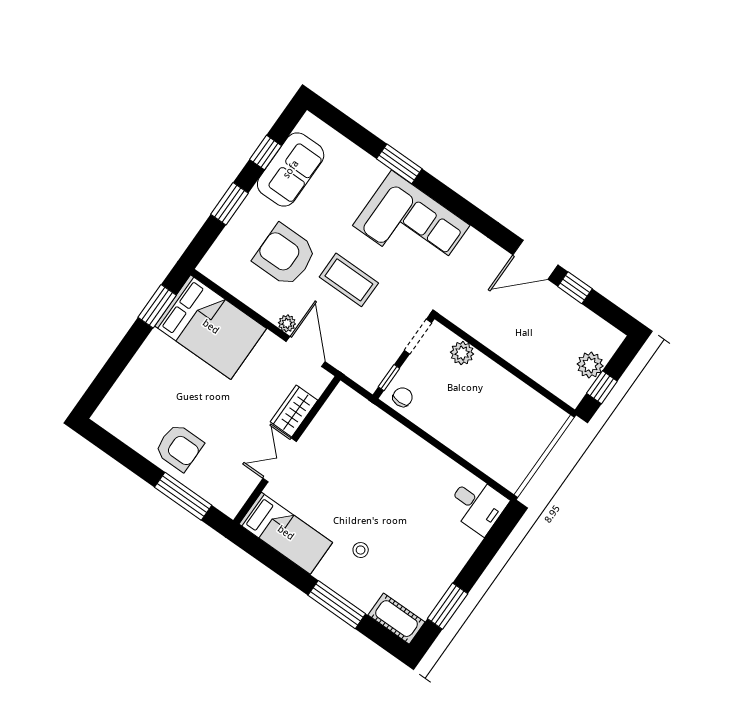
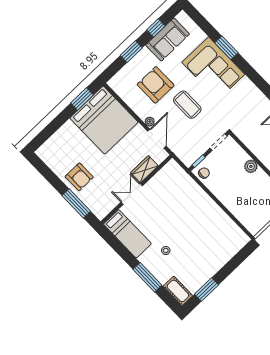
corner sofa: (411, 225) -> (213, 68), moved
bed: (211, 327) -> (104, 120), width x1.36
plant: (462, 353) -> (251, 166), moved
desk: (477, 505) -> (233, 238), removed

